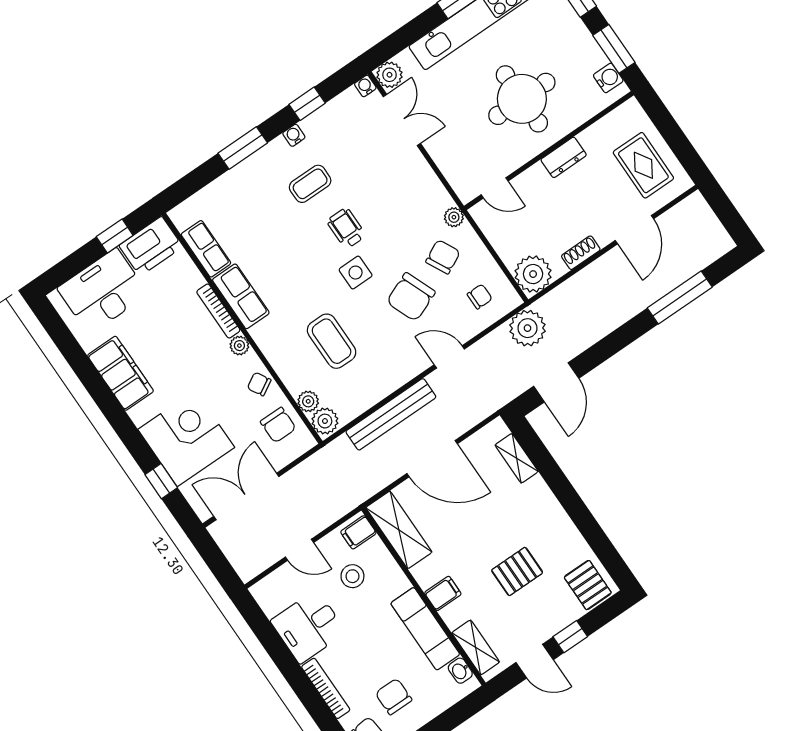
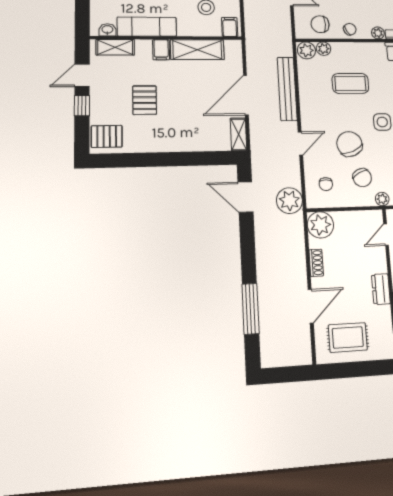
door: (634, 230) -> (311, 306), swing flipped
shelving: (517, 458) -> (239, 134), moved, turned 90
shelving: (399, 530) -> (197, 50), moved

